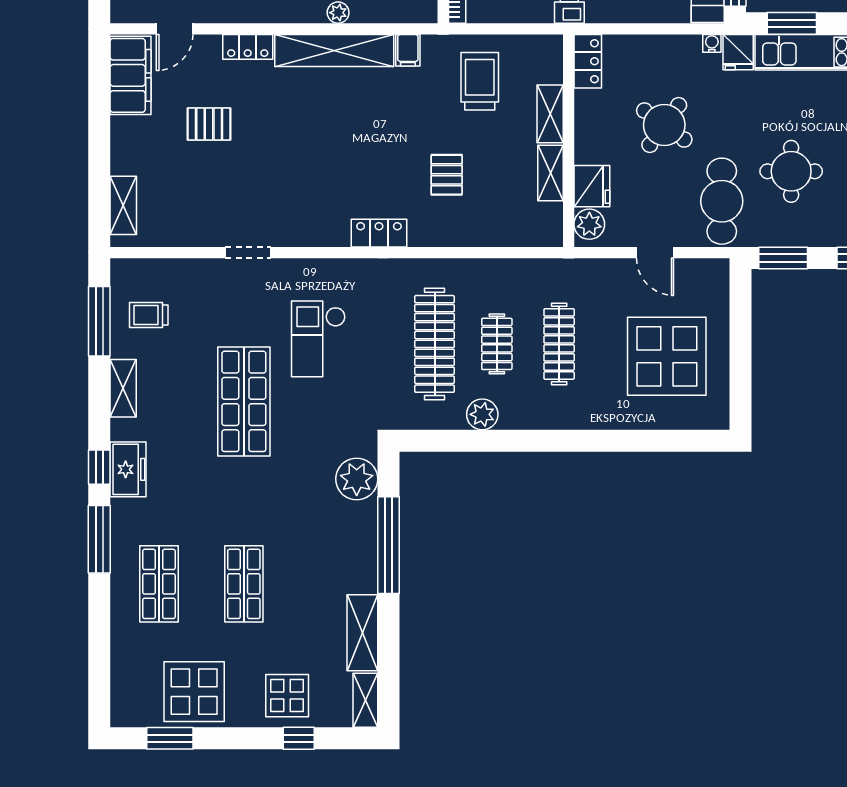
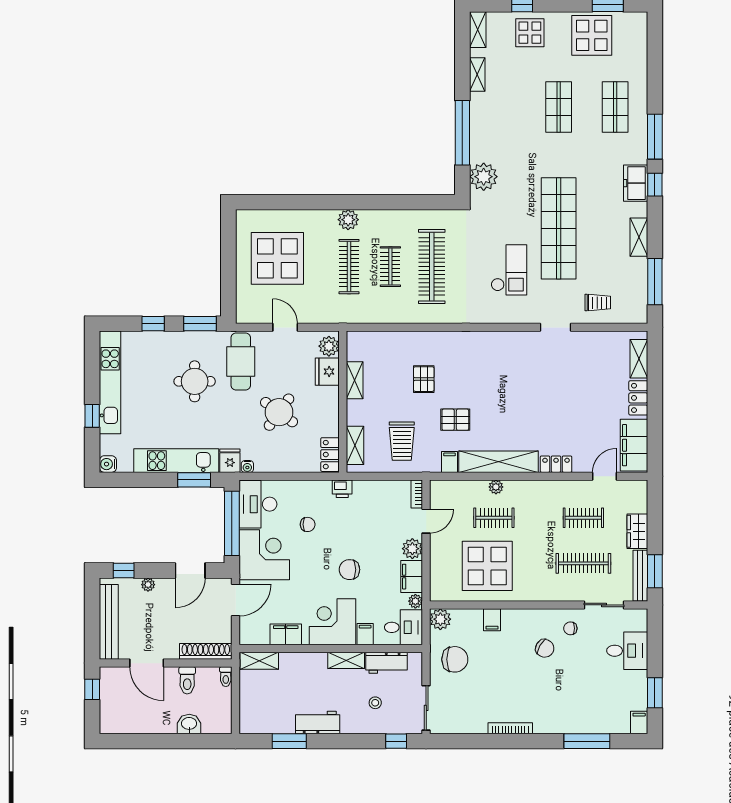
shelving: (550, 114) -> (355, 445), moved
pallet: (209, 124) -> (455, 420), moved
locker: (379, 233) -> (638, 398), moved, turned 90
trolley: (149, 315) -> (598, 303), moved
shop shelf: (244, 401) -> (559, 228), width x1.40
plant: (482, 414) -> (348, 220), moved
shelving: (362, 633) -> (477, 74), width x0.67, depth x0.75

